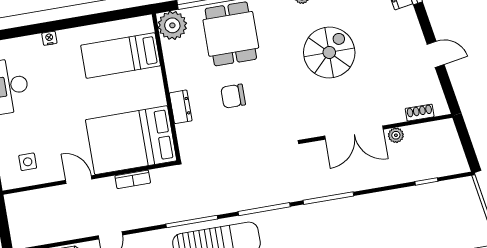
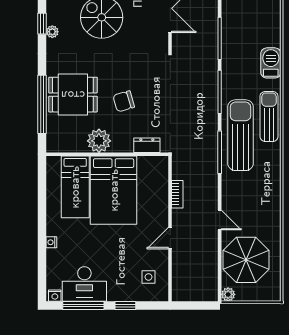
plant: (172, 25) -> (99, 141), moved
chair: (233, 96) -> (124, 101), turned 74
dresser: (181, 107) -> (147, 145), moved
bed: (131, 140) -> (114, 190), moved

